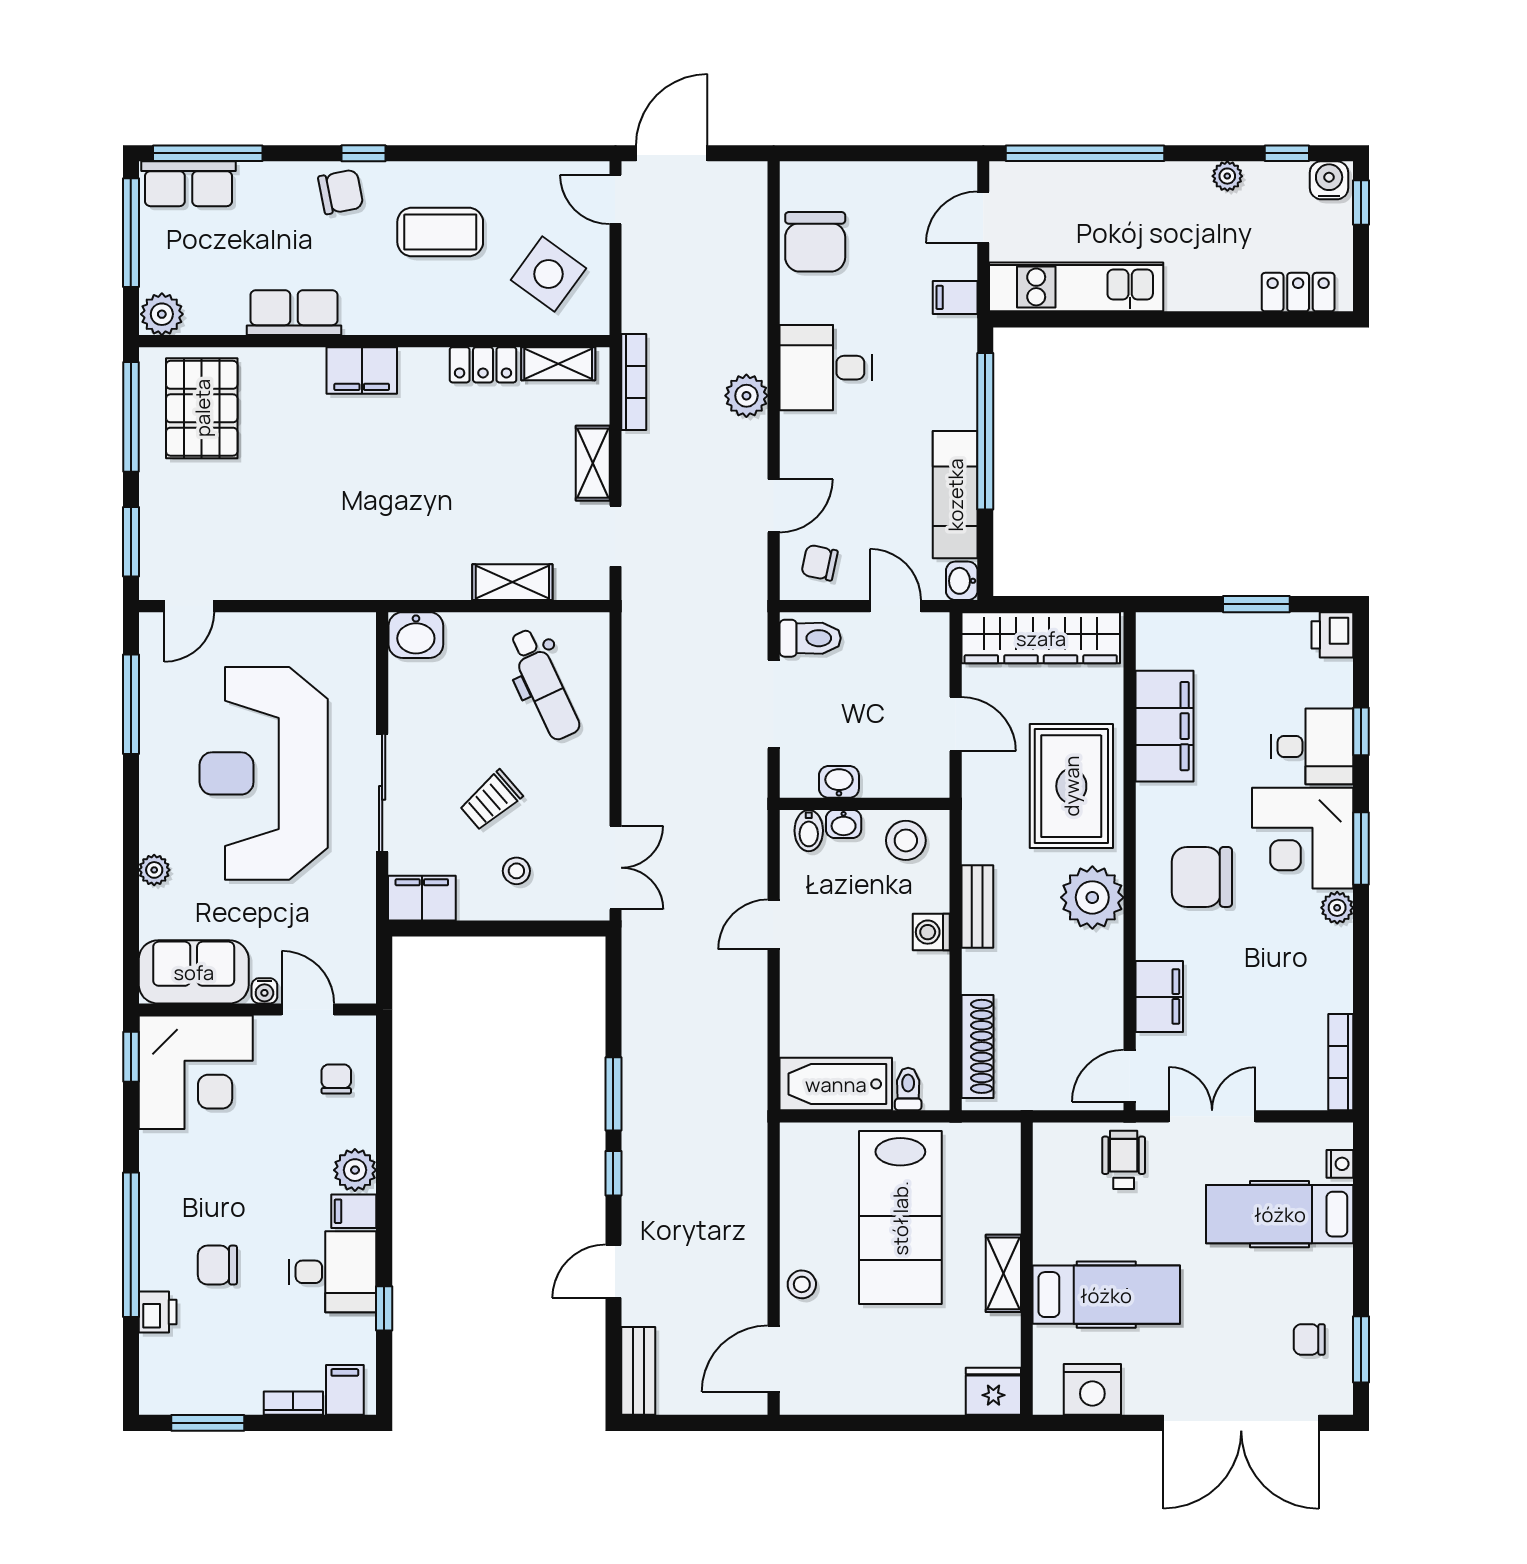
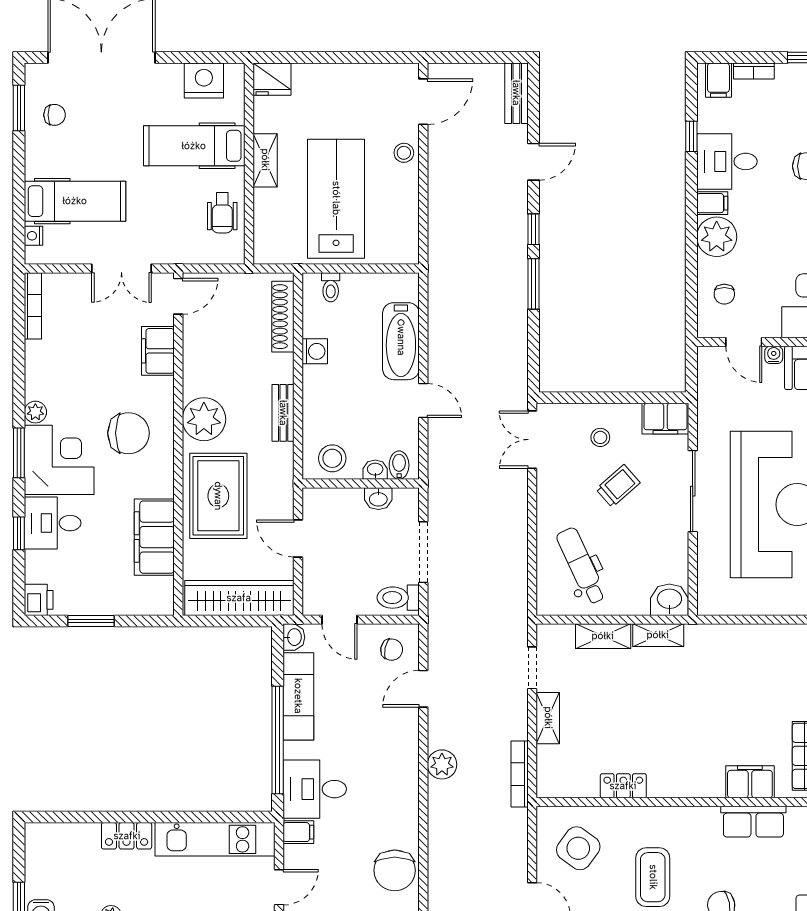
coffee table: (440, 232) -> (653, 877), turned 90
chair: (815, 242) -> (395, 870), turned 180
locker: (1298, 292) -> (127, 836), moved
shelving: (558, 364) -> (658, 635), moved
desk: (826, 368) -> (315, 789), moved, turned 180
filing cabinet: (362, 370) -> (750, 782), moved
door: (774, 924) -> (423, 401), hinge flipped
washing machine: (931, 932) -> (315, 351), moved
bathtub: (836, 1084) -> (401, 341), moved, turned 90
wheelchair: (1124, 1160) -> (222, 213), moved
plant: (355, 1170) -> (717, 237), width x1.36, depth x1.36

